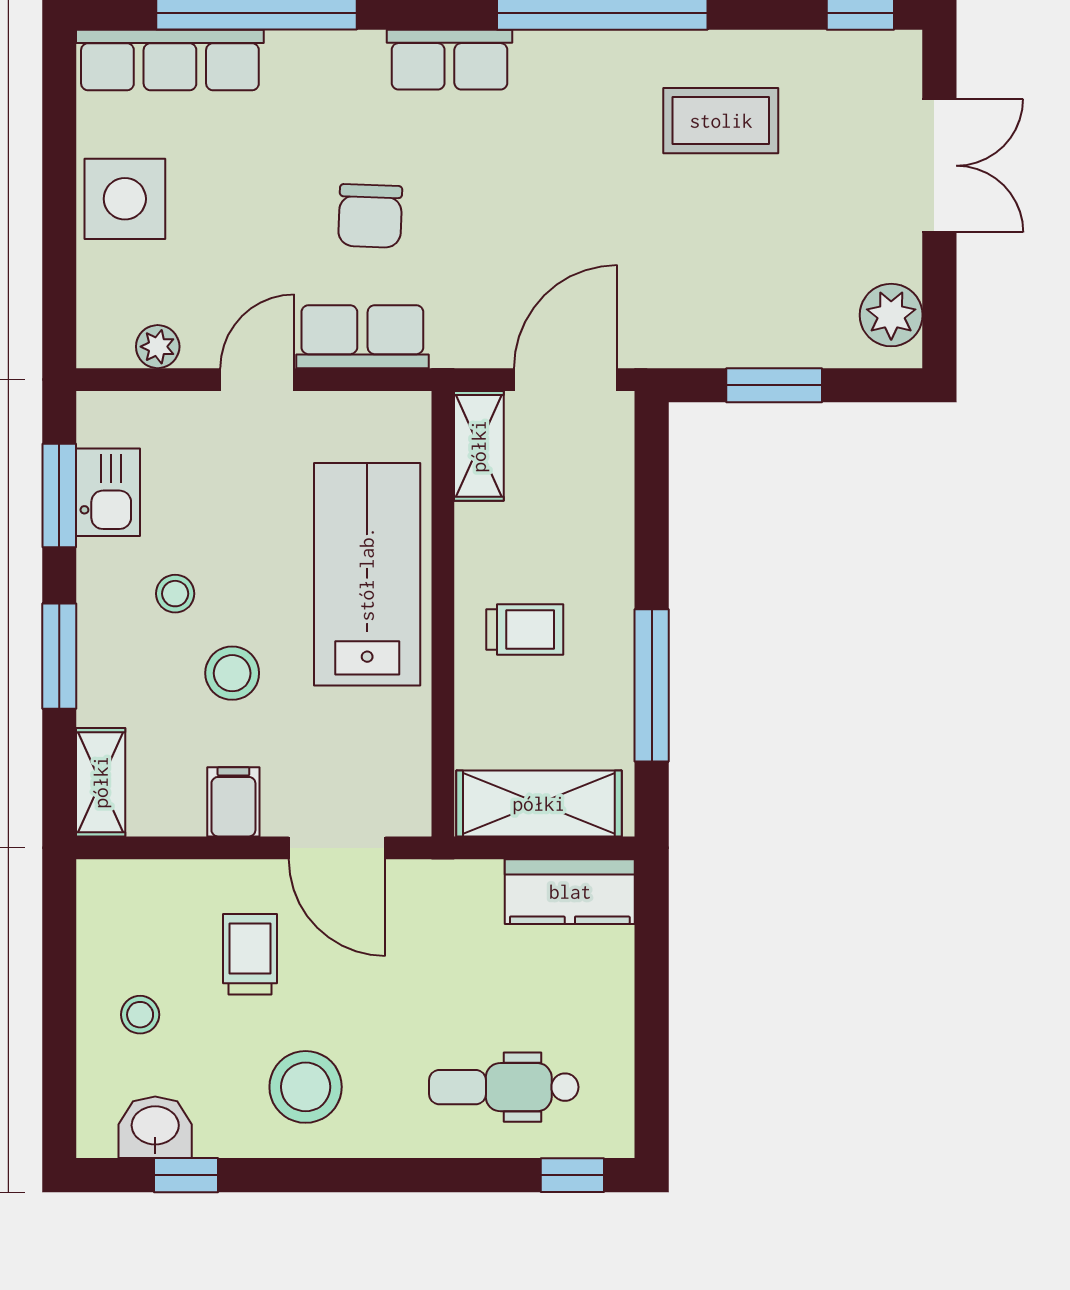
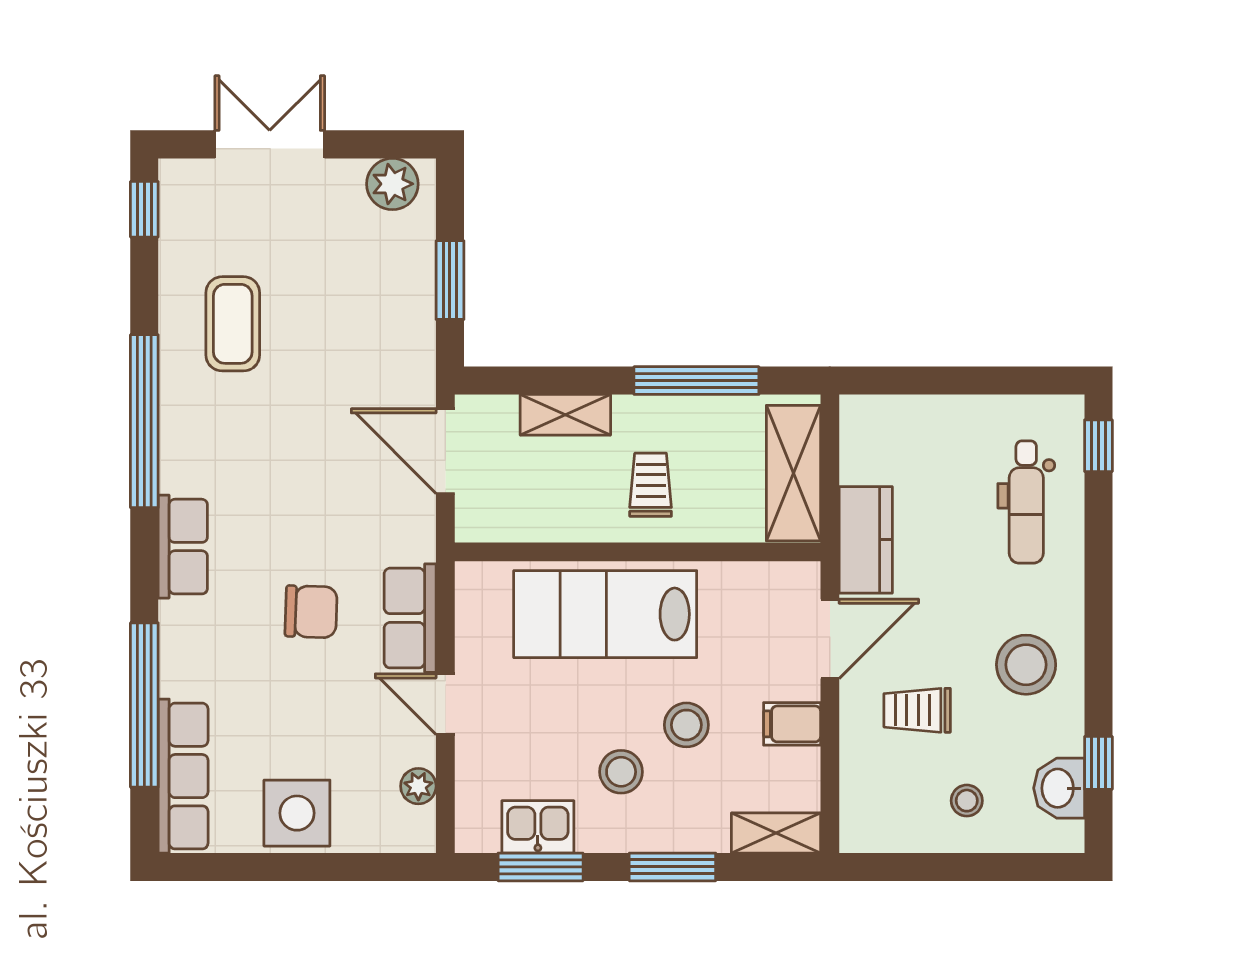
shelving: (479, 446) -> (565, 415), moved
stool: (175, 594) -> (621, 772), width x1.37, depth x1.37
kitchen counter: (570, 892) -> (866, 540), moved

